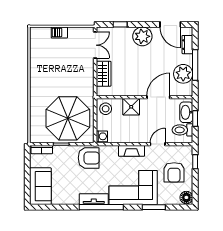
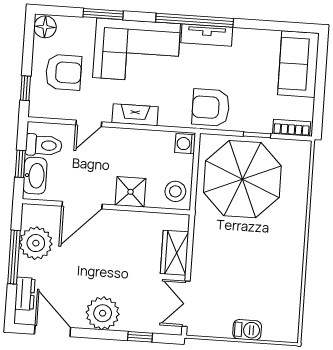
armchair: (174, 172) -> (64, 72), turned 90

